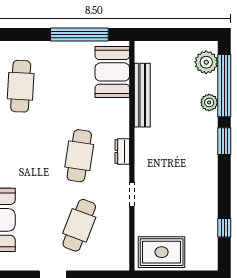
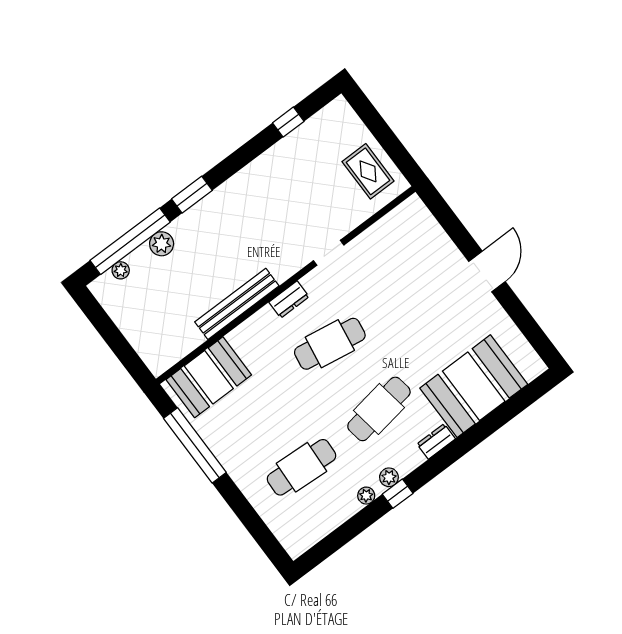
plant: (206, 62) -> (121, 270), width x0.53, depth x0.53
bench: (142, 95) -> (237, 304), moved
cafe table: (79, 225) -> (379, 409), moved, turned -30
rug: (162, 252) -> (368, 171), width x0.73, depth x0.70

